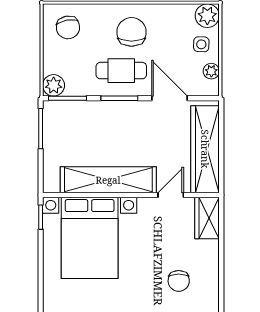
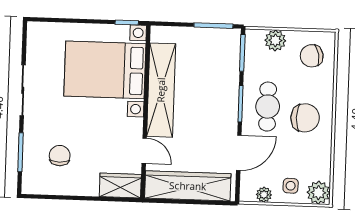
plant: (54, 85) -> (275, 40), moved
chair: (179, 281) -> (60, 156), turned 90

